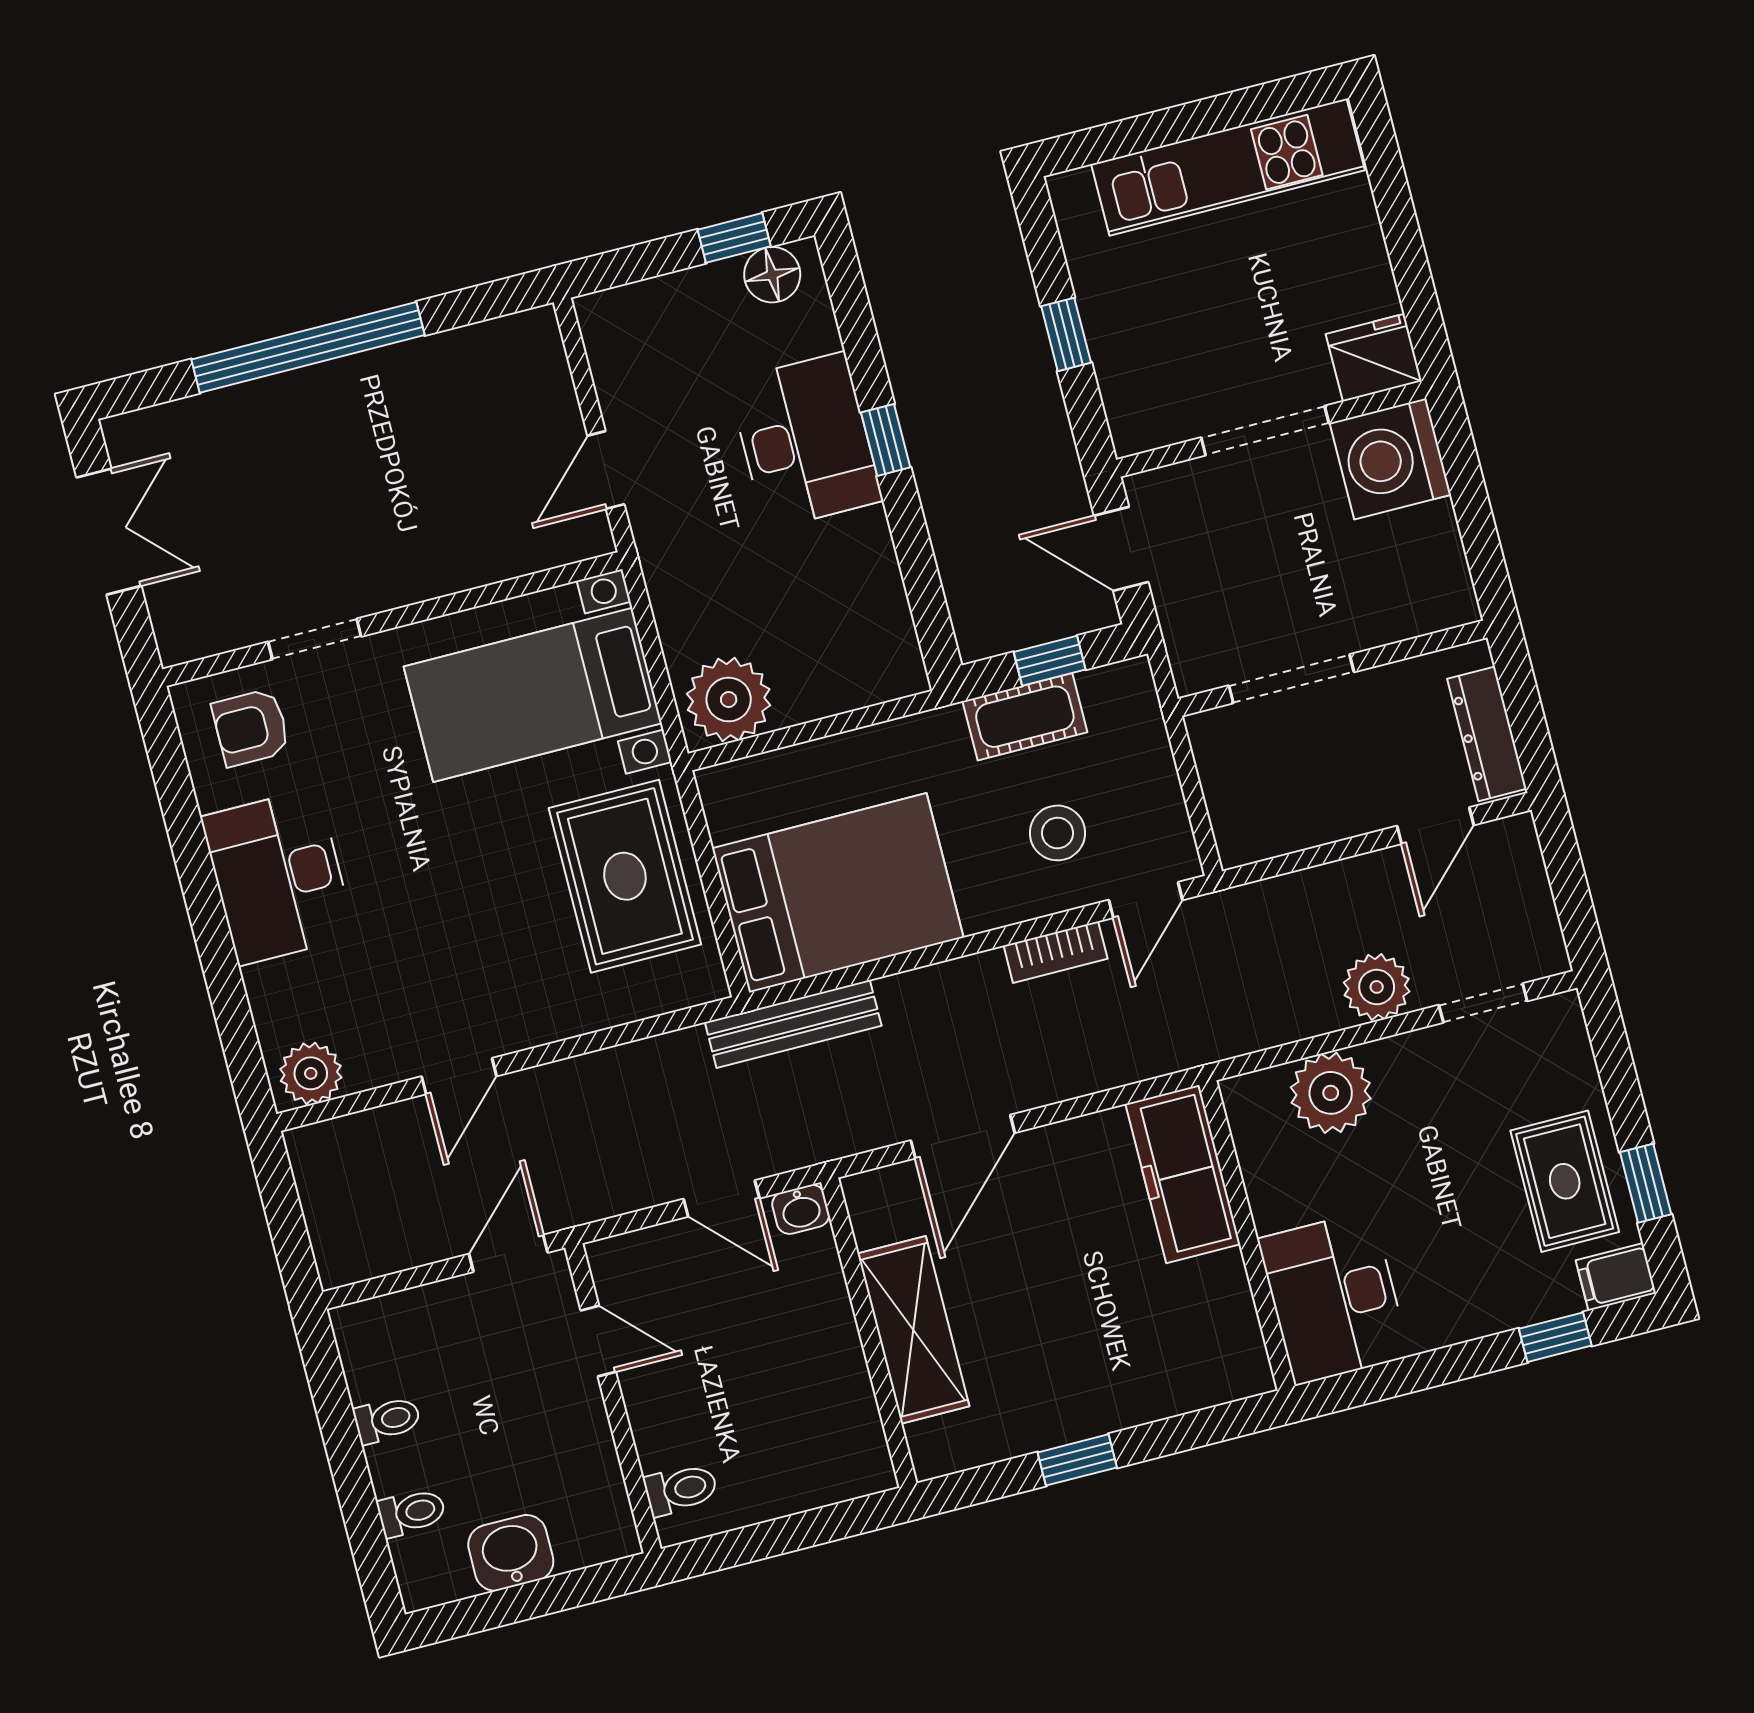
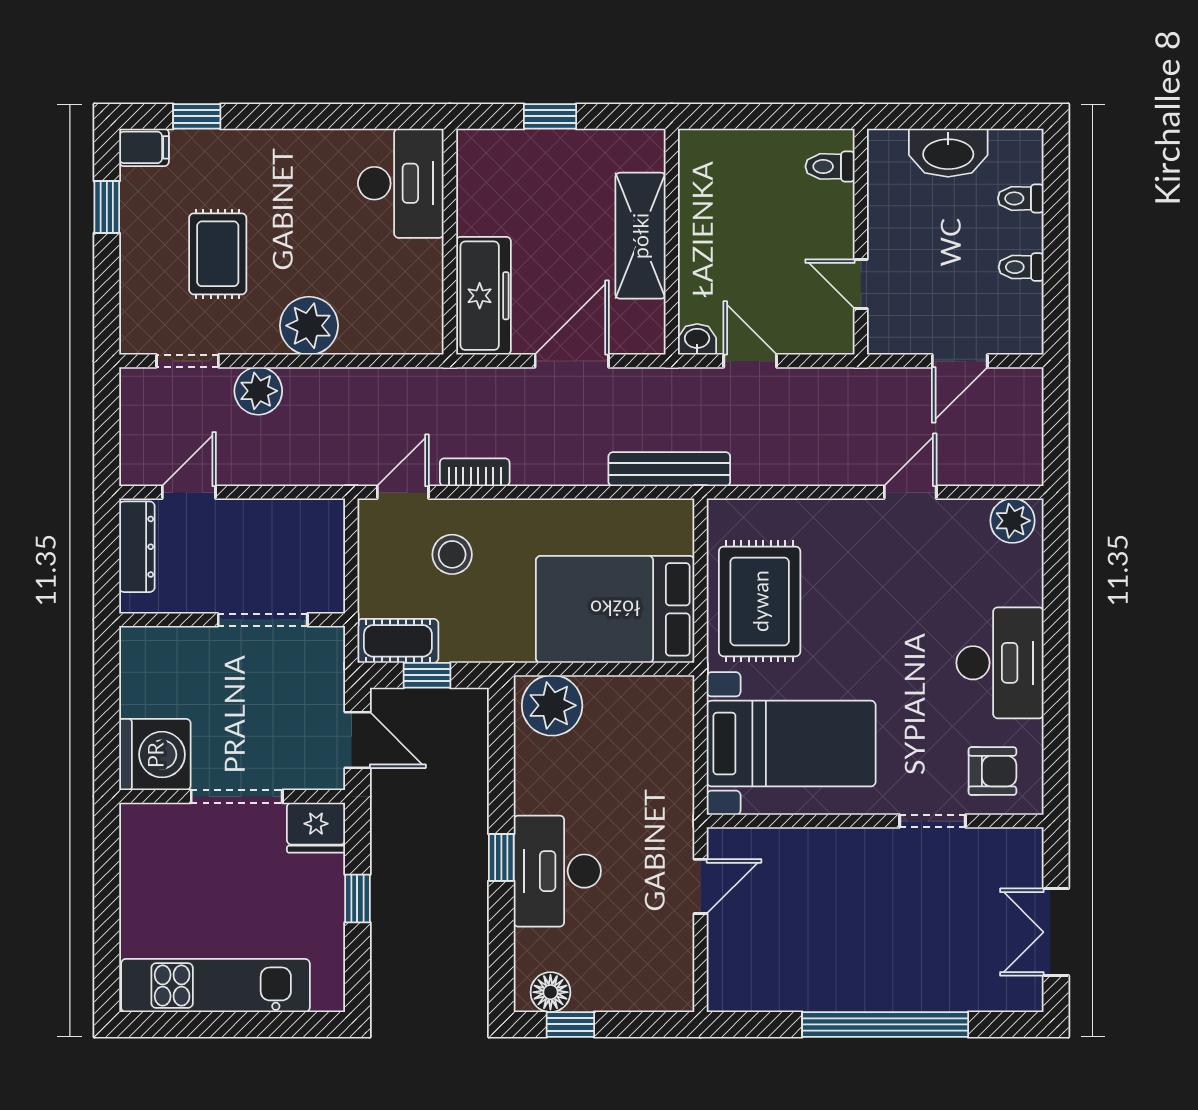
fridge: (1374, 358) -> (316, 828), moved
plant: (729, 700) -> (552, 705), moved
cot: (1025, 717) -> (398, 641), moved
bed: (838, 893) -> (615, 609), moved
freezer: (1183, 1174) -> (483, 296), moved
rug: (1565, 1181) -> (218, 254), moved
wall: (1247, 1236) -> (450, 242), moved
door: (508, 1253) -> (960, 361), moved
desk: (1334, 1298) -> (401, 183), moved
washbasin: (511, 1553) -> (948, 153), width x1.38

